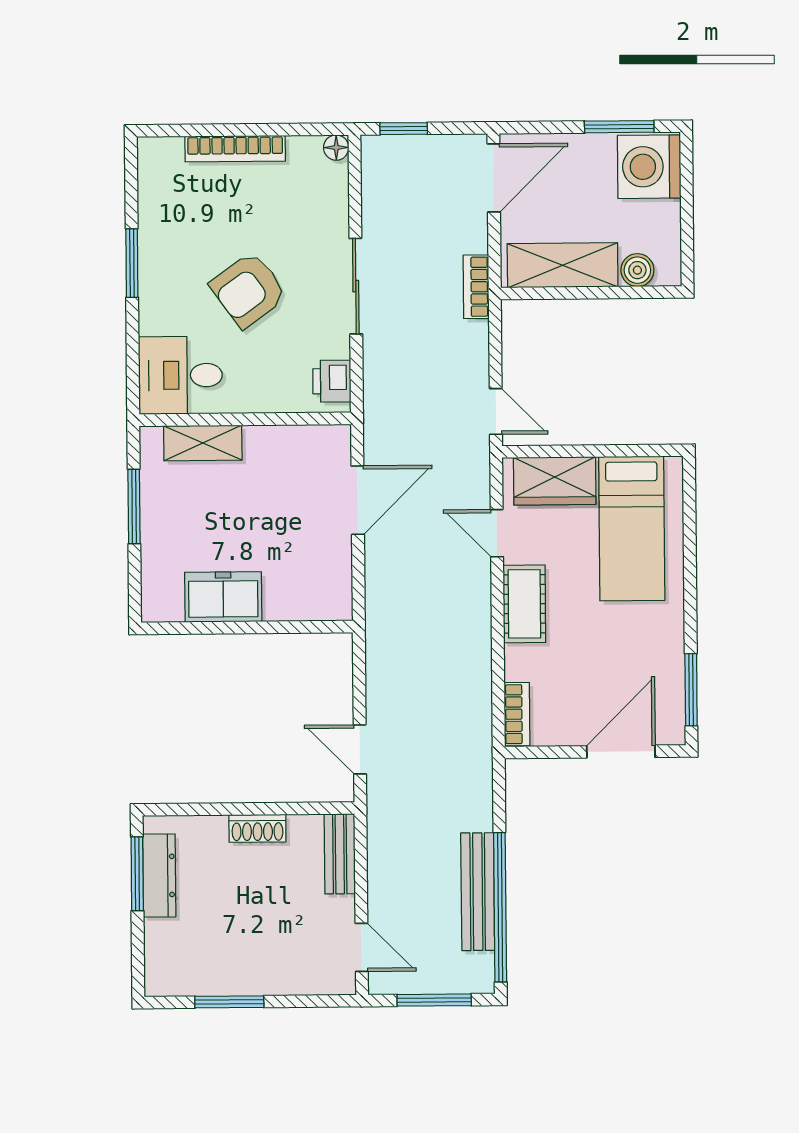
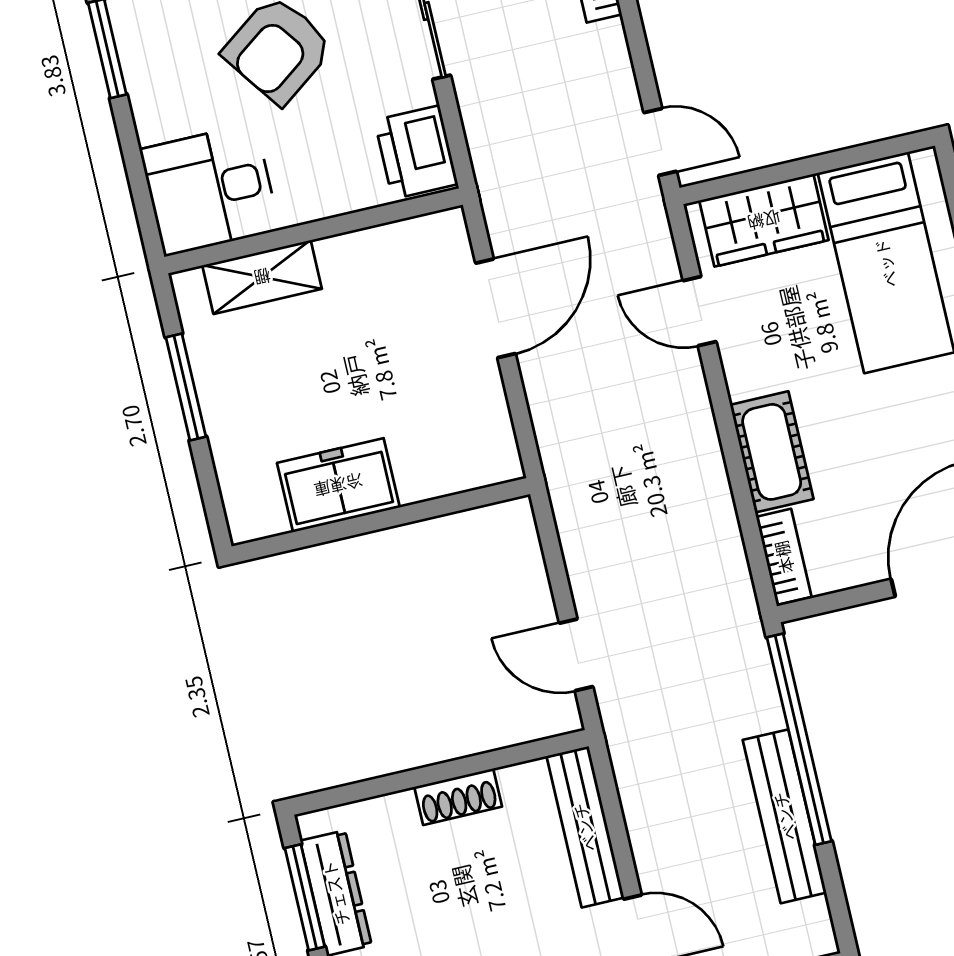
printer: (332, 381) -> (416, 152), width x1.36, depth x1.24
cot: (524, 604) -> (772, 452), moved
bench: (340, 854) -> (585, 827), width x1.36
window: (500, 907) -> (799, 739), moved

